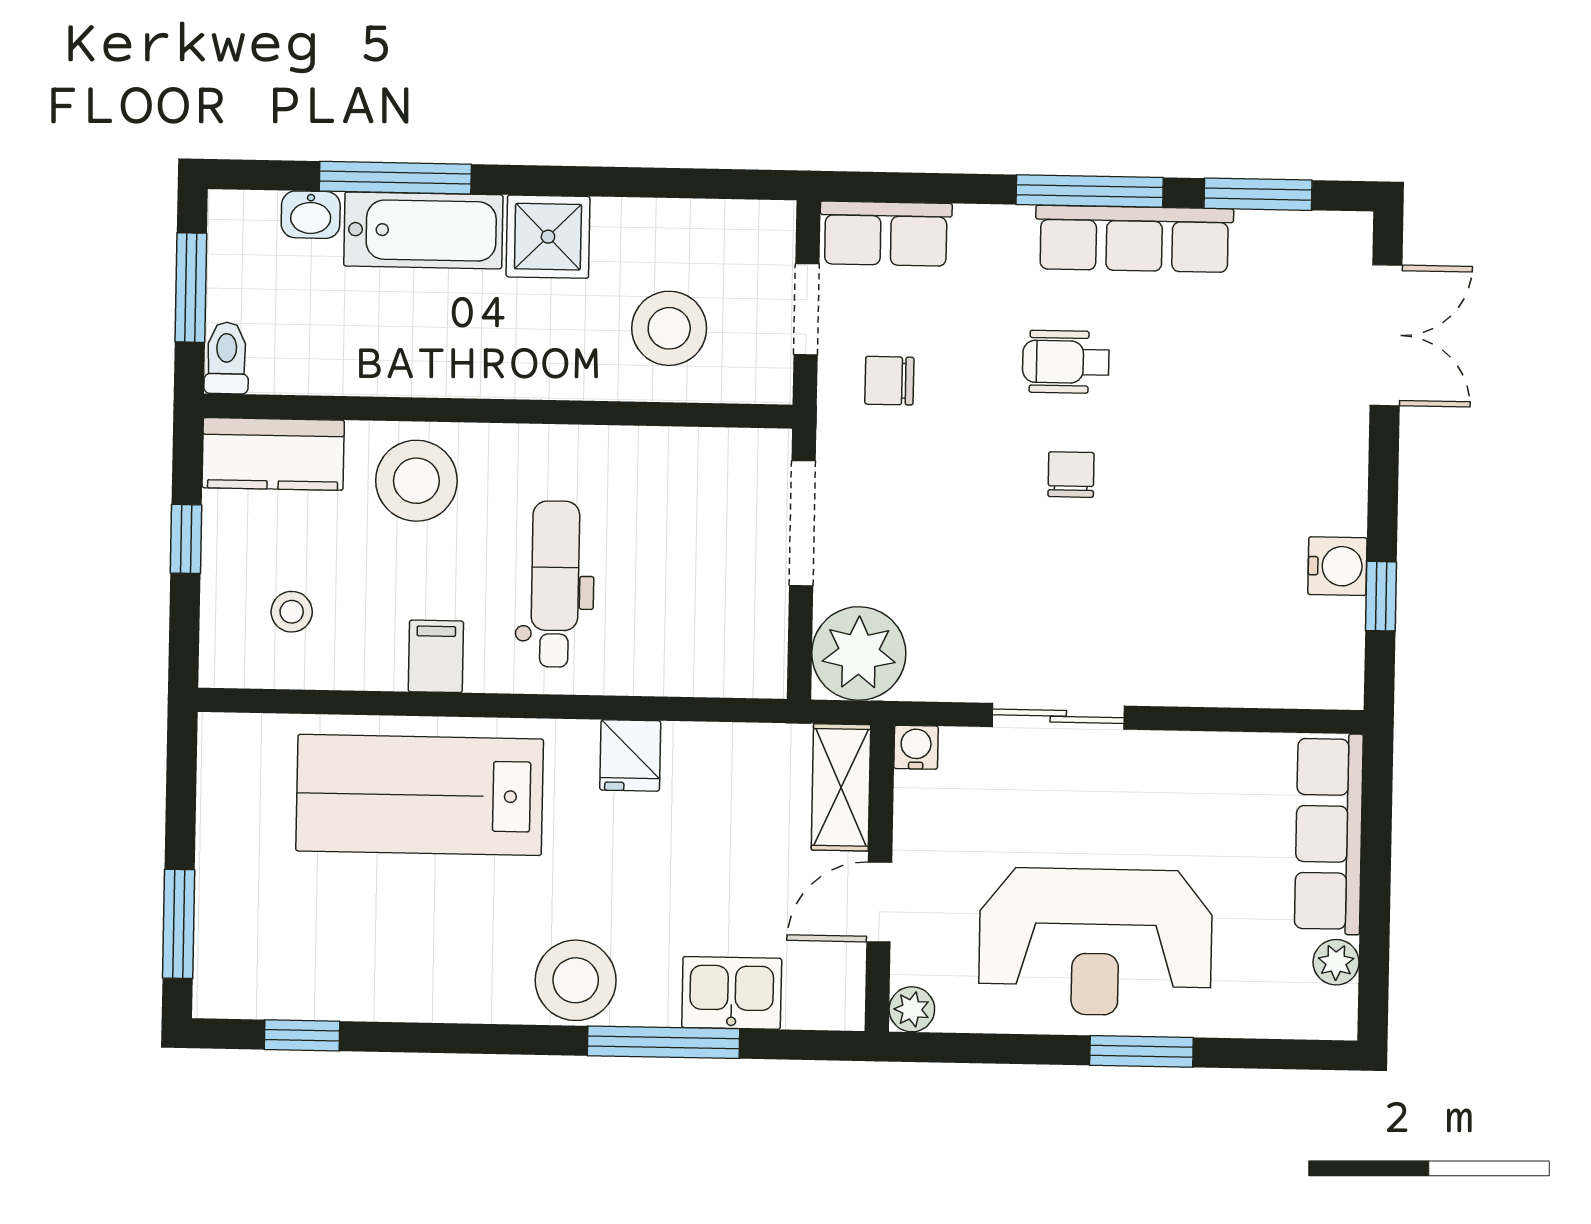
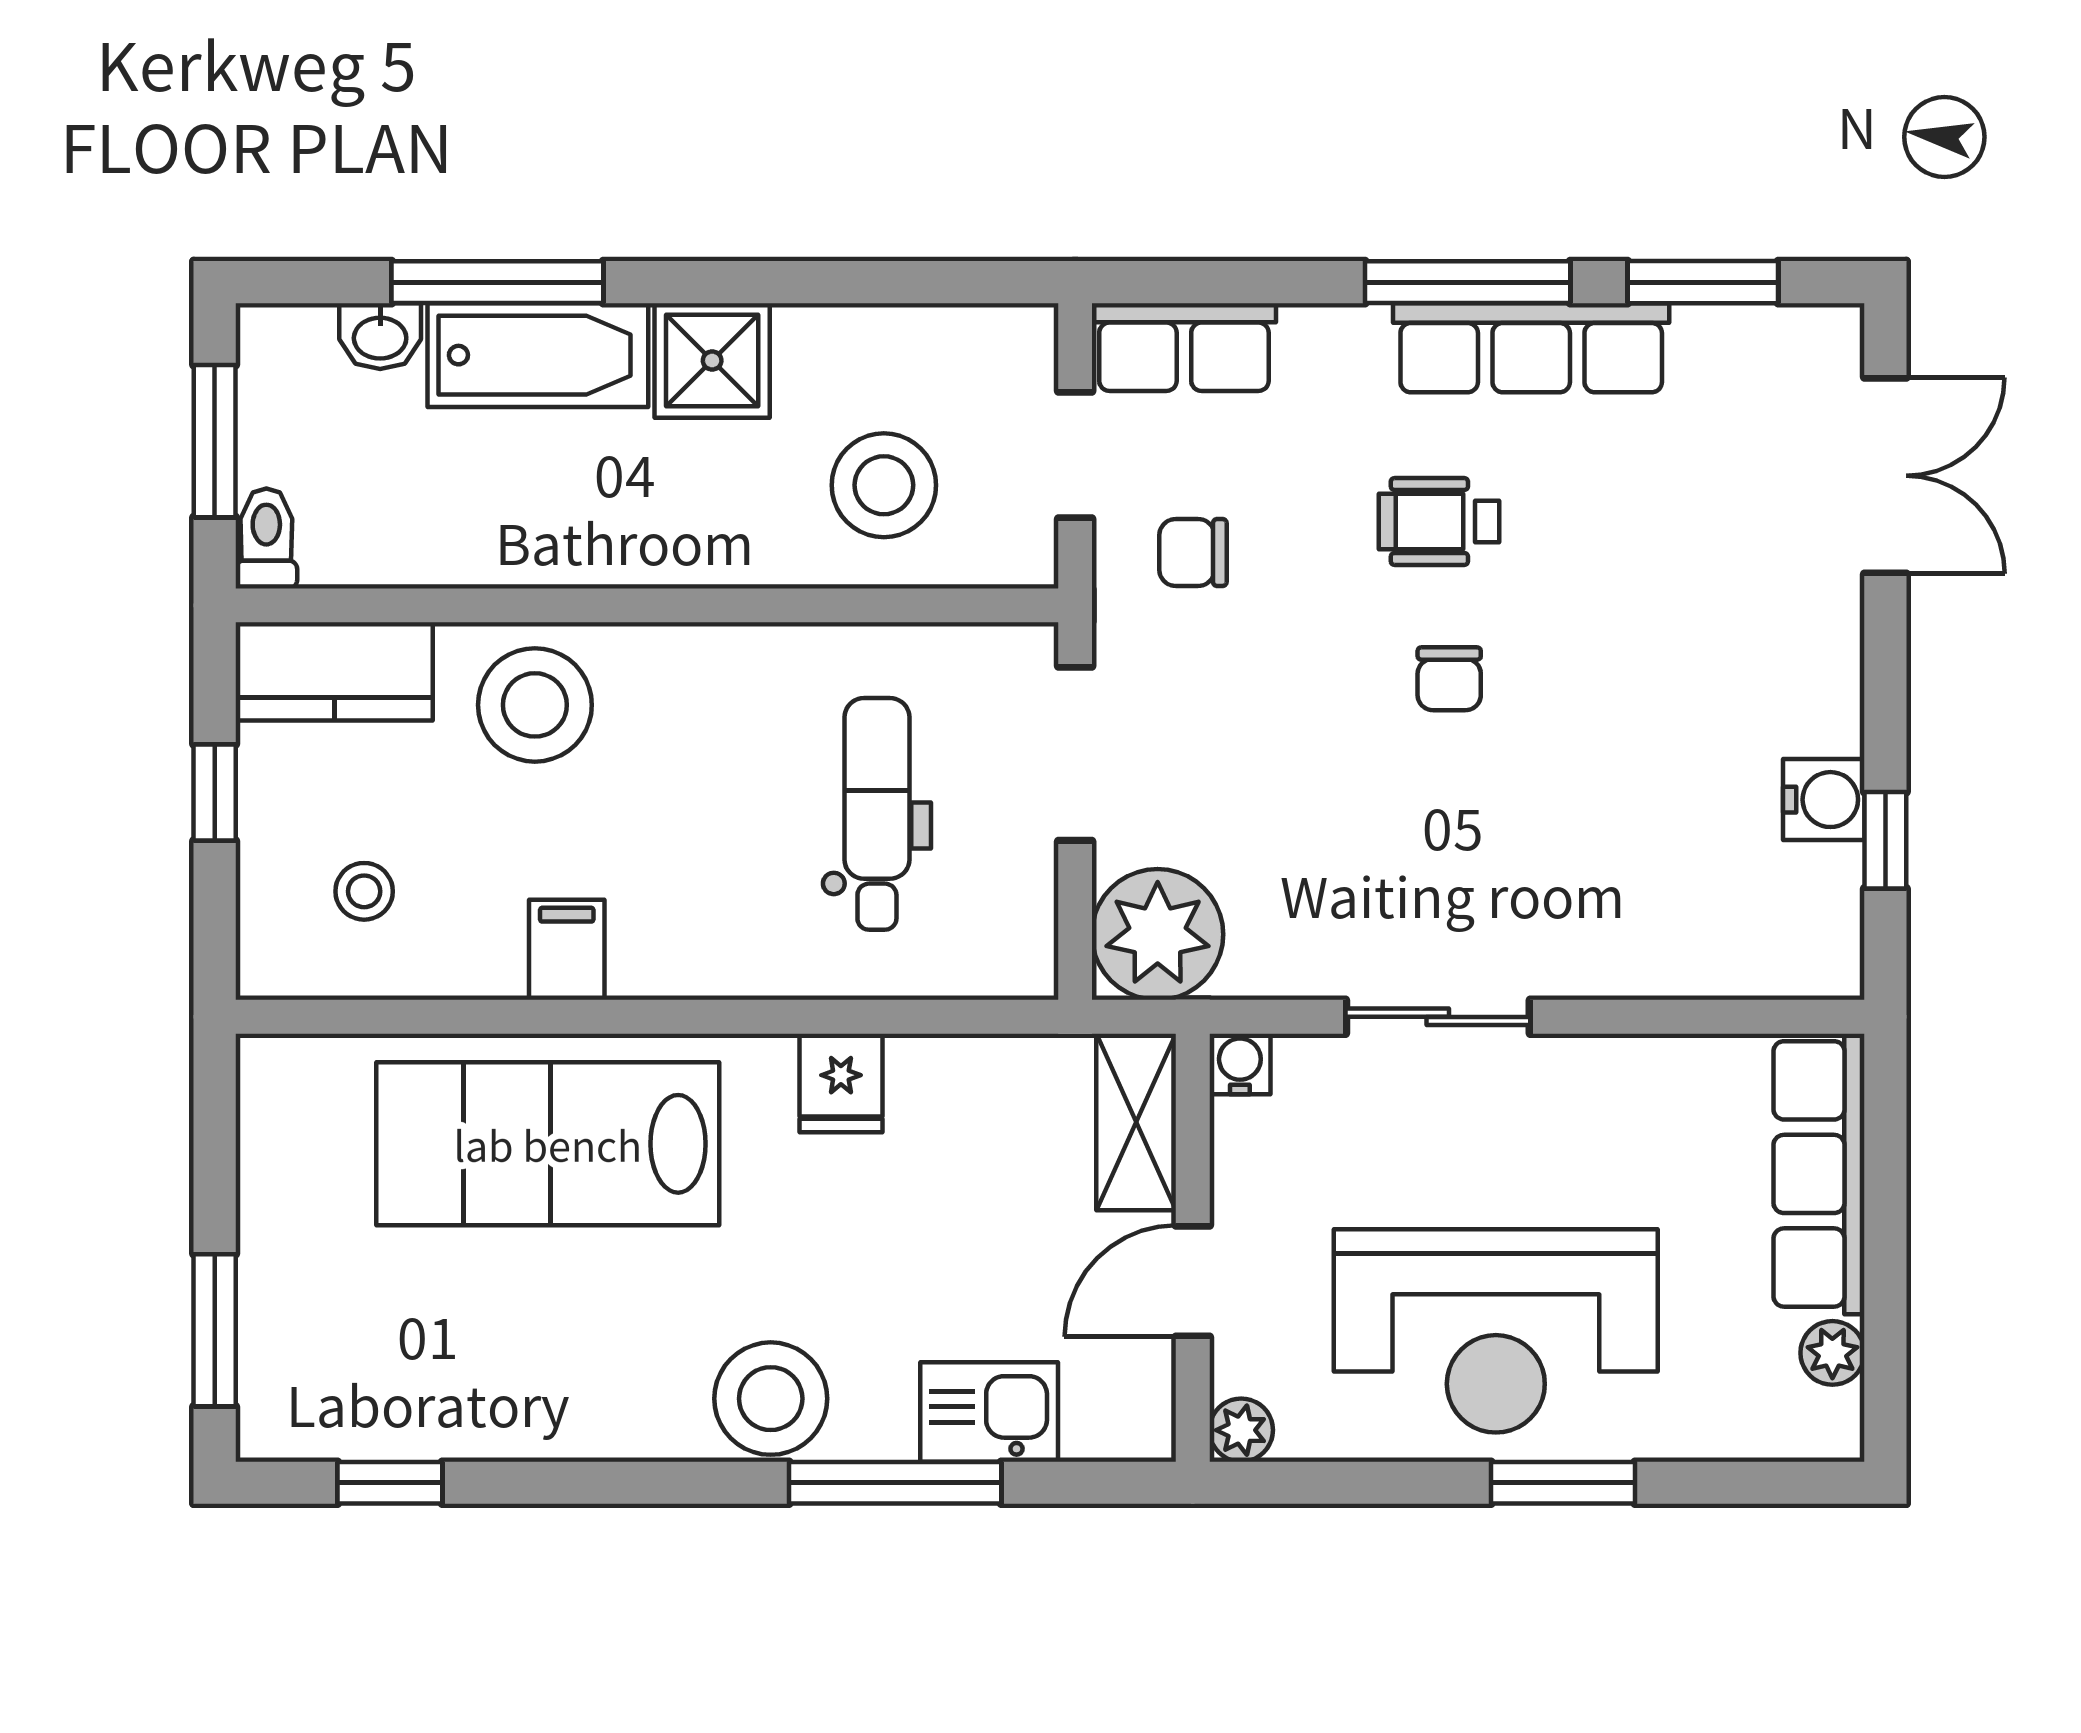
chair: (1071, 475) -> (1449, 679), turned 180
dental chair: (555, 584) -> (877, 814), moved

